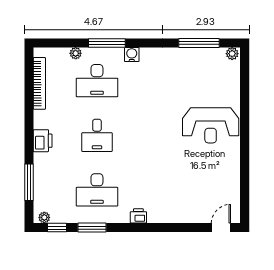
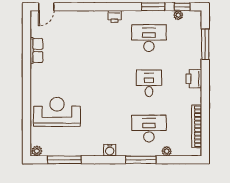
water cooler: (132, 55) -> (110, 150), moved
reception desk: (211, 125) -> (57, 112), moved
row of seats: (233, 175) -> (36, 50), added
plant: (44, 217) -> (178, 15), moved

